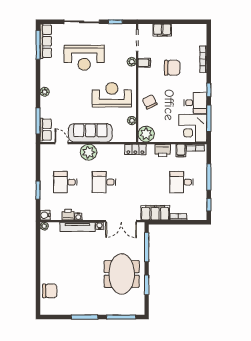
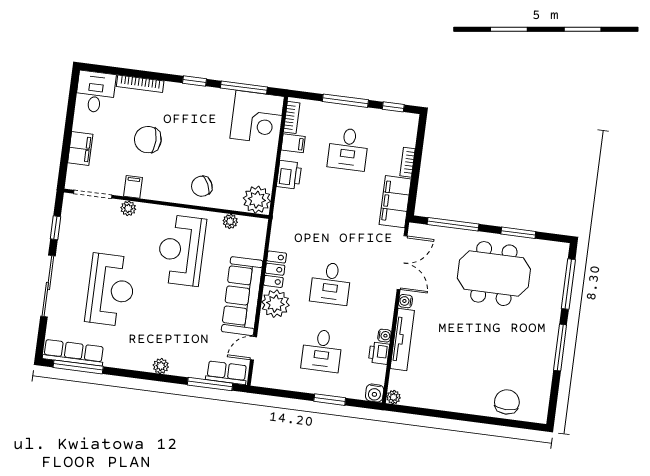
chair: (172, 68) -> (148, 140), turned -90
desk: (195, 103) -> (95, 92), moved
locker: (135, 149) -> (275, 269), moved

